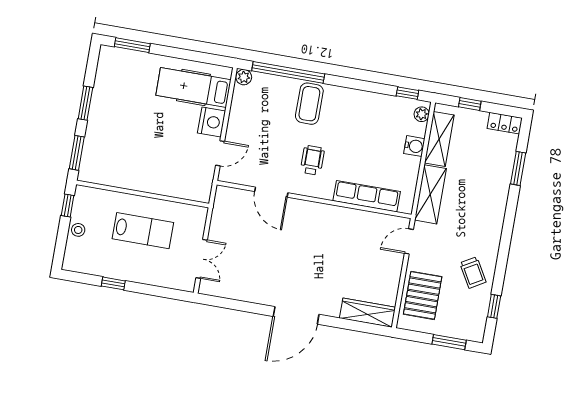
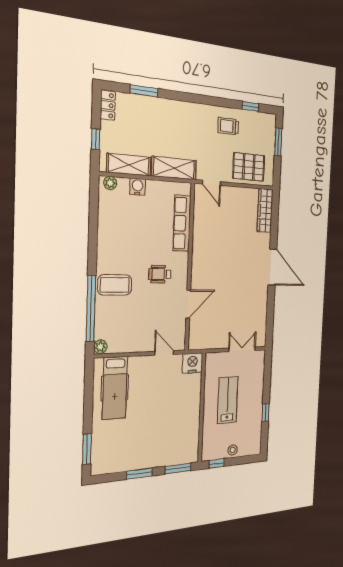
window: (407, 93) -> (94, 198), removed
nightstand: (211, 122) -> (193, 363), moved
trolley: (473, 272) -> (228, 126), turned -150

